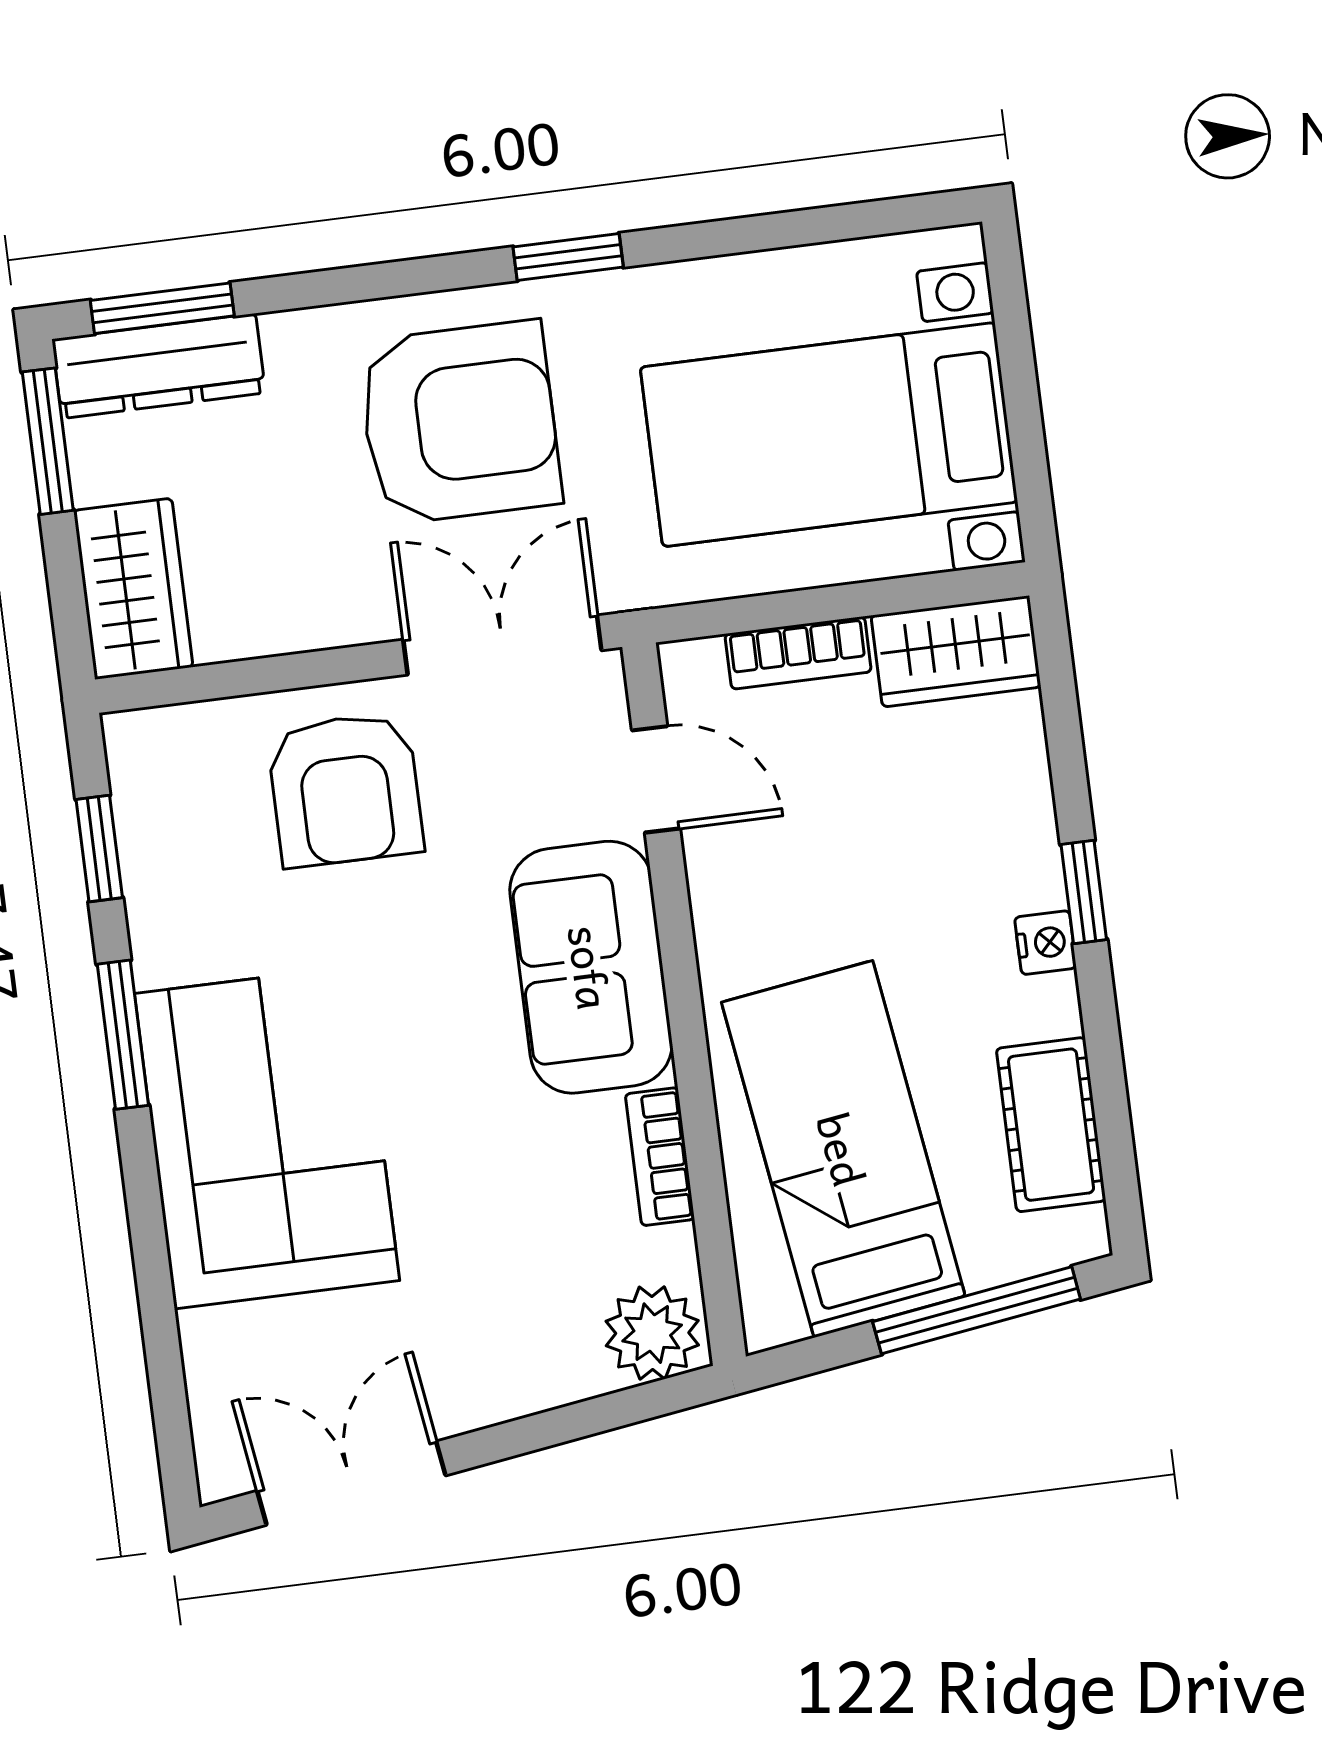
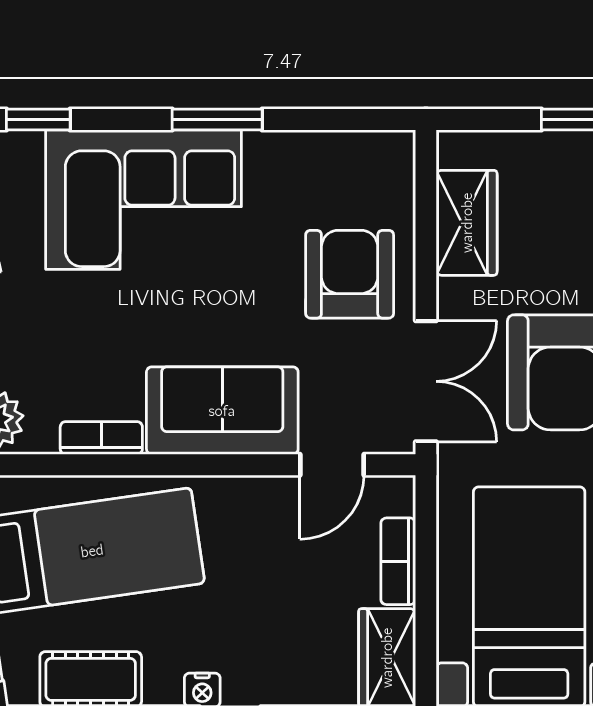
wardrobe: (133, 589) -> (467, 223), moved, turned -90
armchair: (345, 790) -> (350, 274), turned 90
window: (99, 848) -> (38, 120), moved

